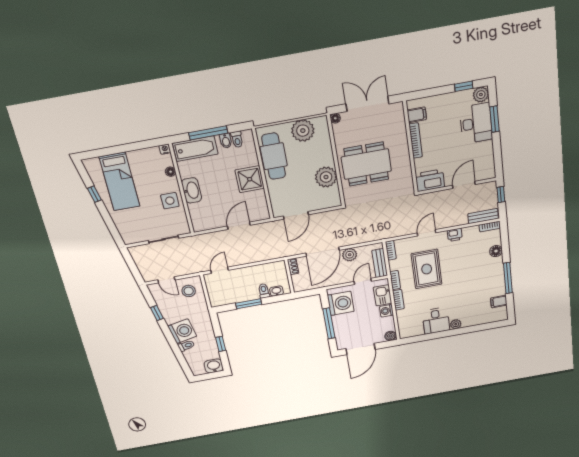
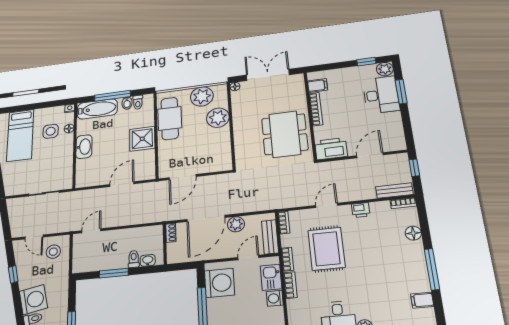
dining table: (366, 164) -> (285, 134), moved, turned 90
plant: (326, 177) -> (218, 118), moved
side table: (170, 201) -> (51, 131), moved

